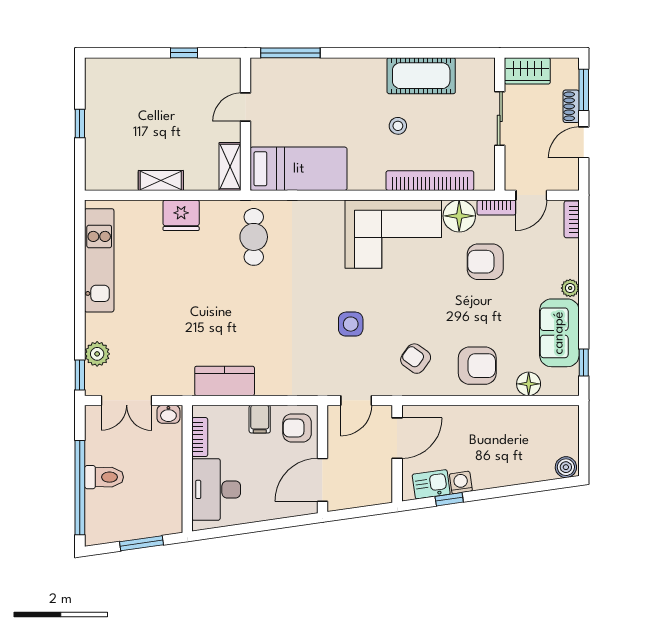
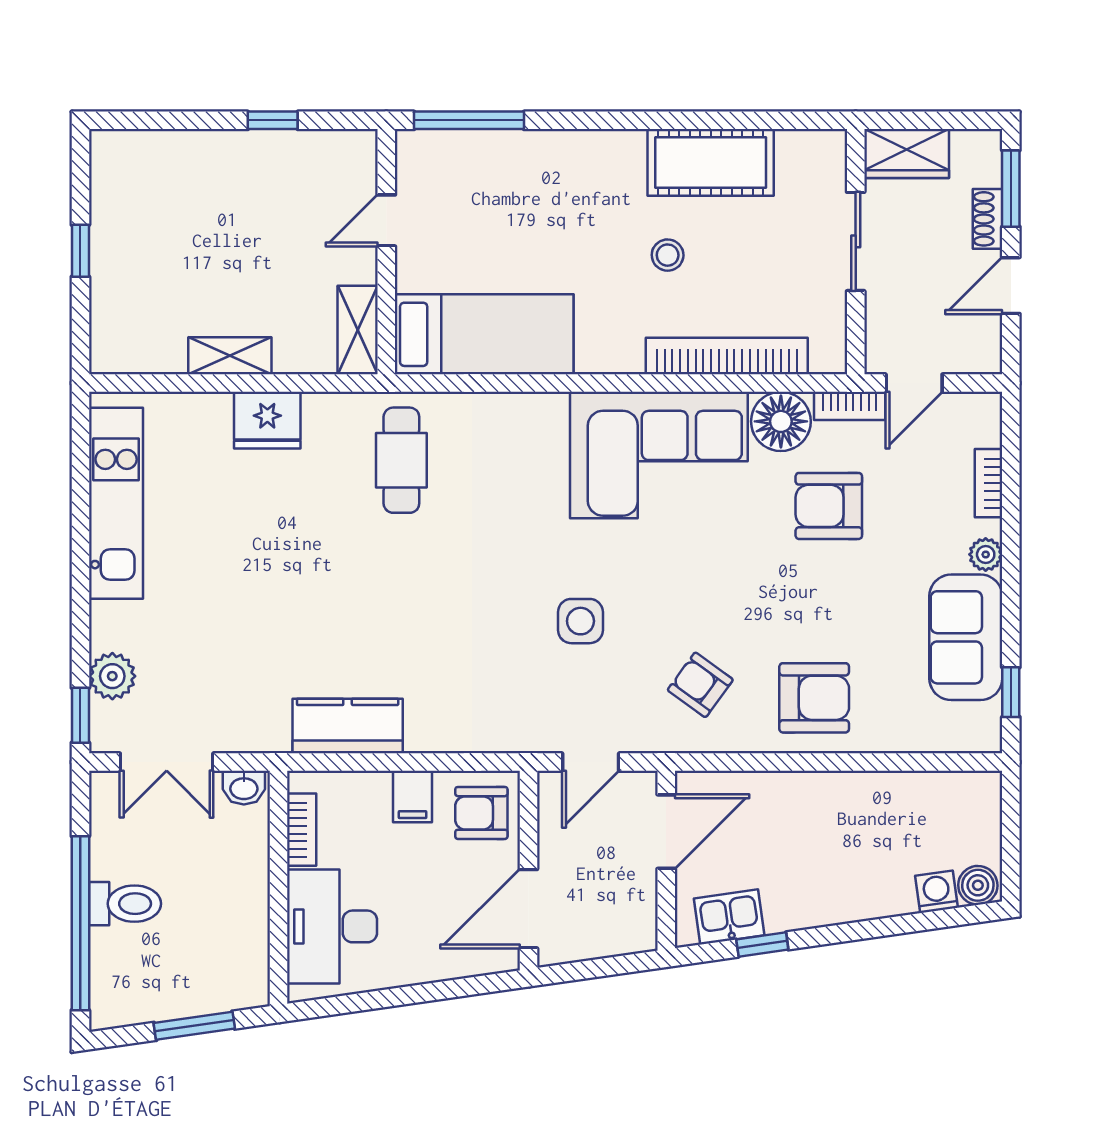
bookcase: (572, 219) -> (988, 483), moved
floor lamp: (529, 384) -> (909, 731), removed
washing machine: (461, 482) -> (937, 892), moved

